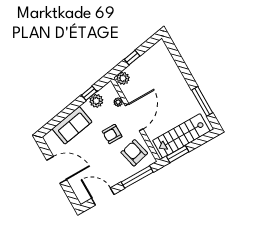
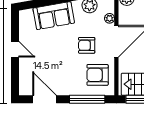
armchair: (134, 153) -> (98, 75), turned -76
door: (57, 170) -> (15, 49), width x0.53

